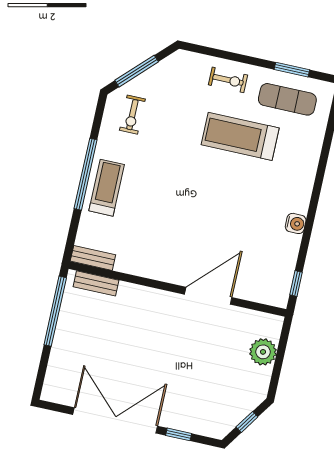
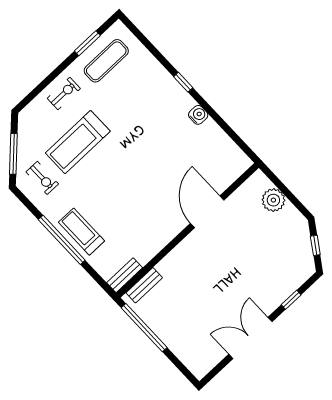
treadmill: (240, 136) -> (78, 142), moved
window: (296, 283) -> (183, 82), moved
double door: (115, 420) -> (250, 338), width x0.73

